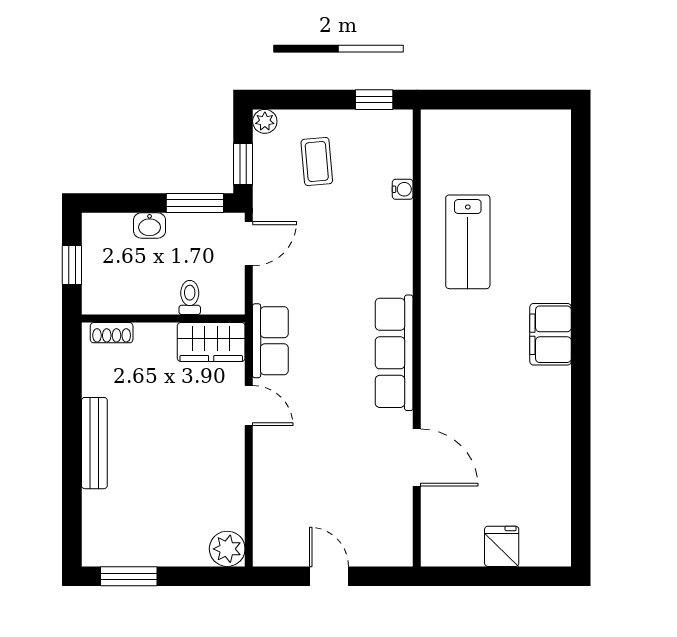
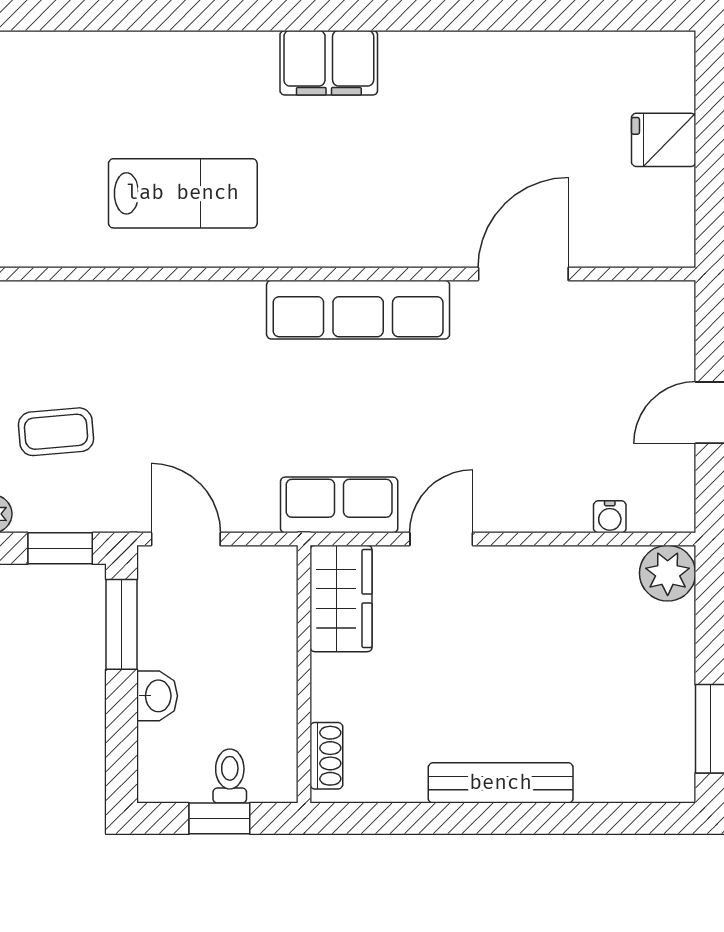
water cooler: (403, 189) -> (610, 517), moved, turned 180
toilet: (190, 297) -> (230, 776), moved, turned 90

